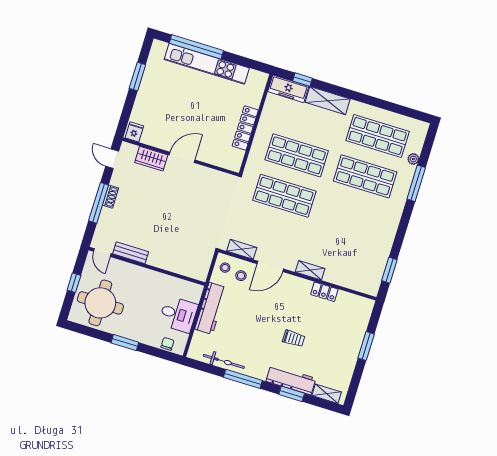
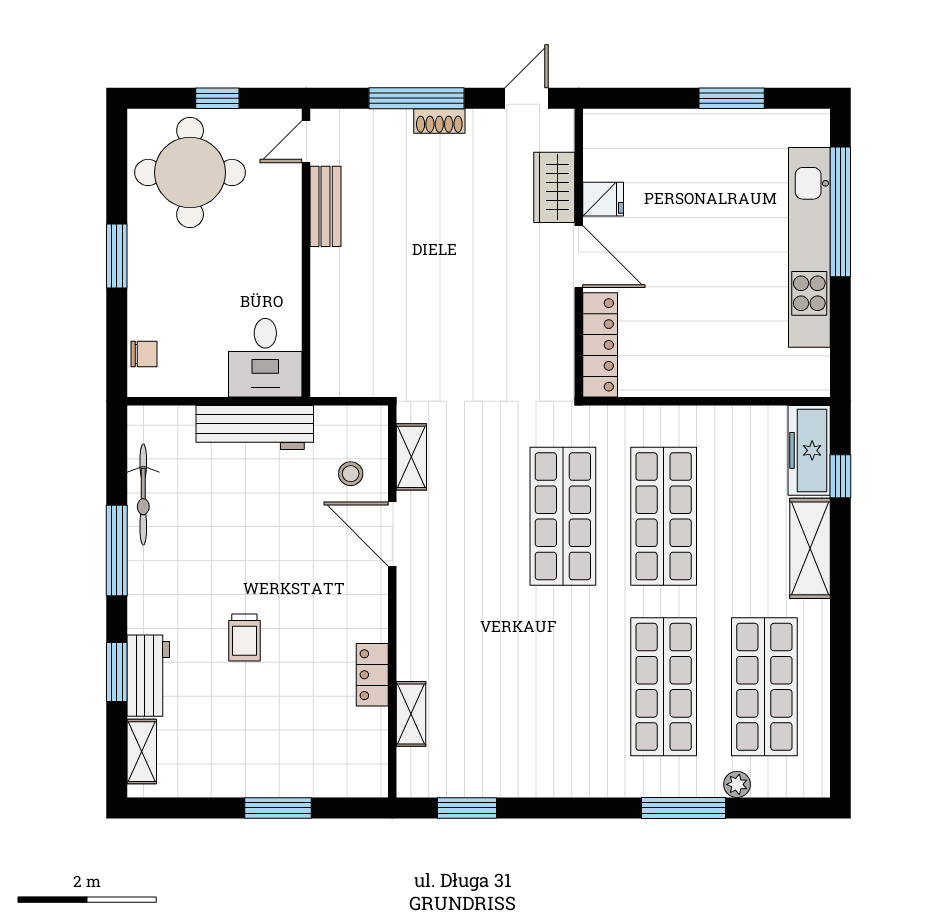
locker: (245, 128) -> (600, 345), moved, turned 90
fridge: (134, 132) -> (603, 199), moved
stool: (225, 268) -> (358, 432), removed
shelving: (310, 270) -> (411, 714), moved
desk: (178, 314) -> (265, 358), moved
workbench: (291, 380) -> (148, 676), width x0.73

